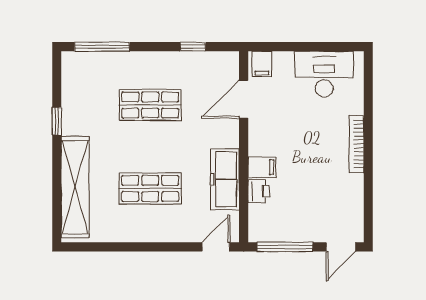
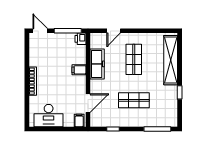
shop shelf: (150, 188) -> (134, 59), turned 90
printer: (259, 191) -> (81, 39), moved
door: (216, 247) -> (114, 31), moved
door: (341, 247) -> (40, 31), hinge flipped

